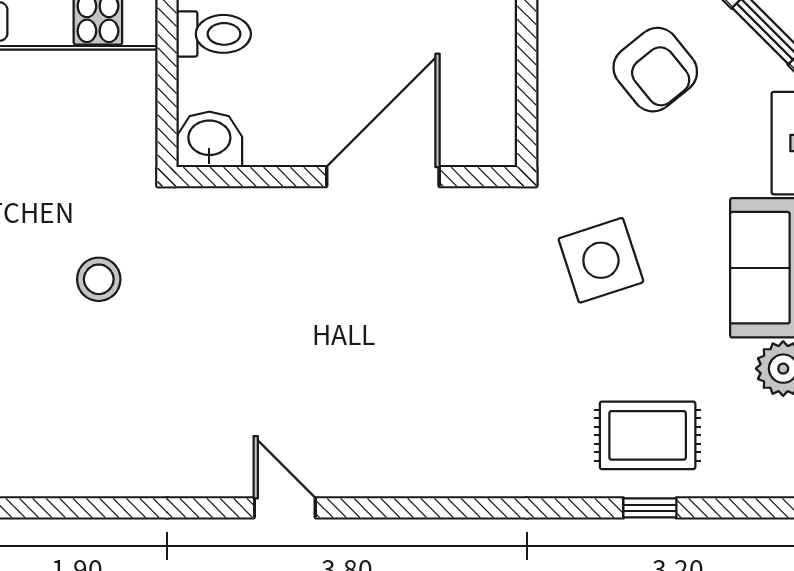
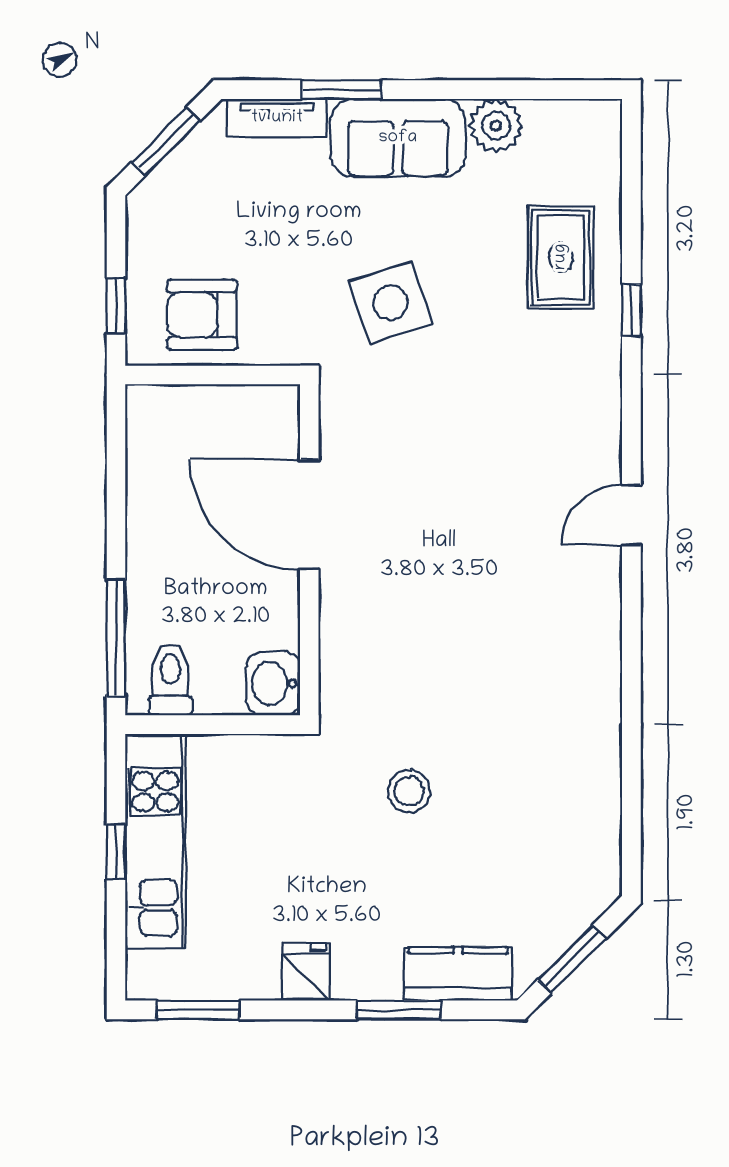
armchair: (655, 70) -> (202, 315), moved, turned -141
door: (285, 508) -> (631, 515), moved
window: (650, 508) -> (631, 310), moved

